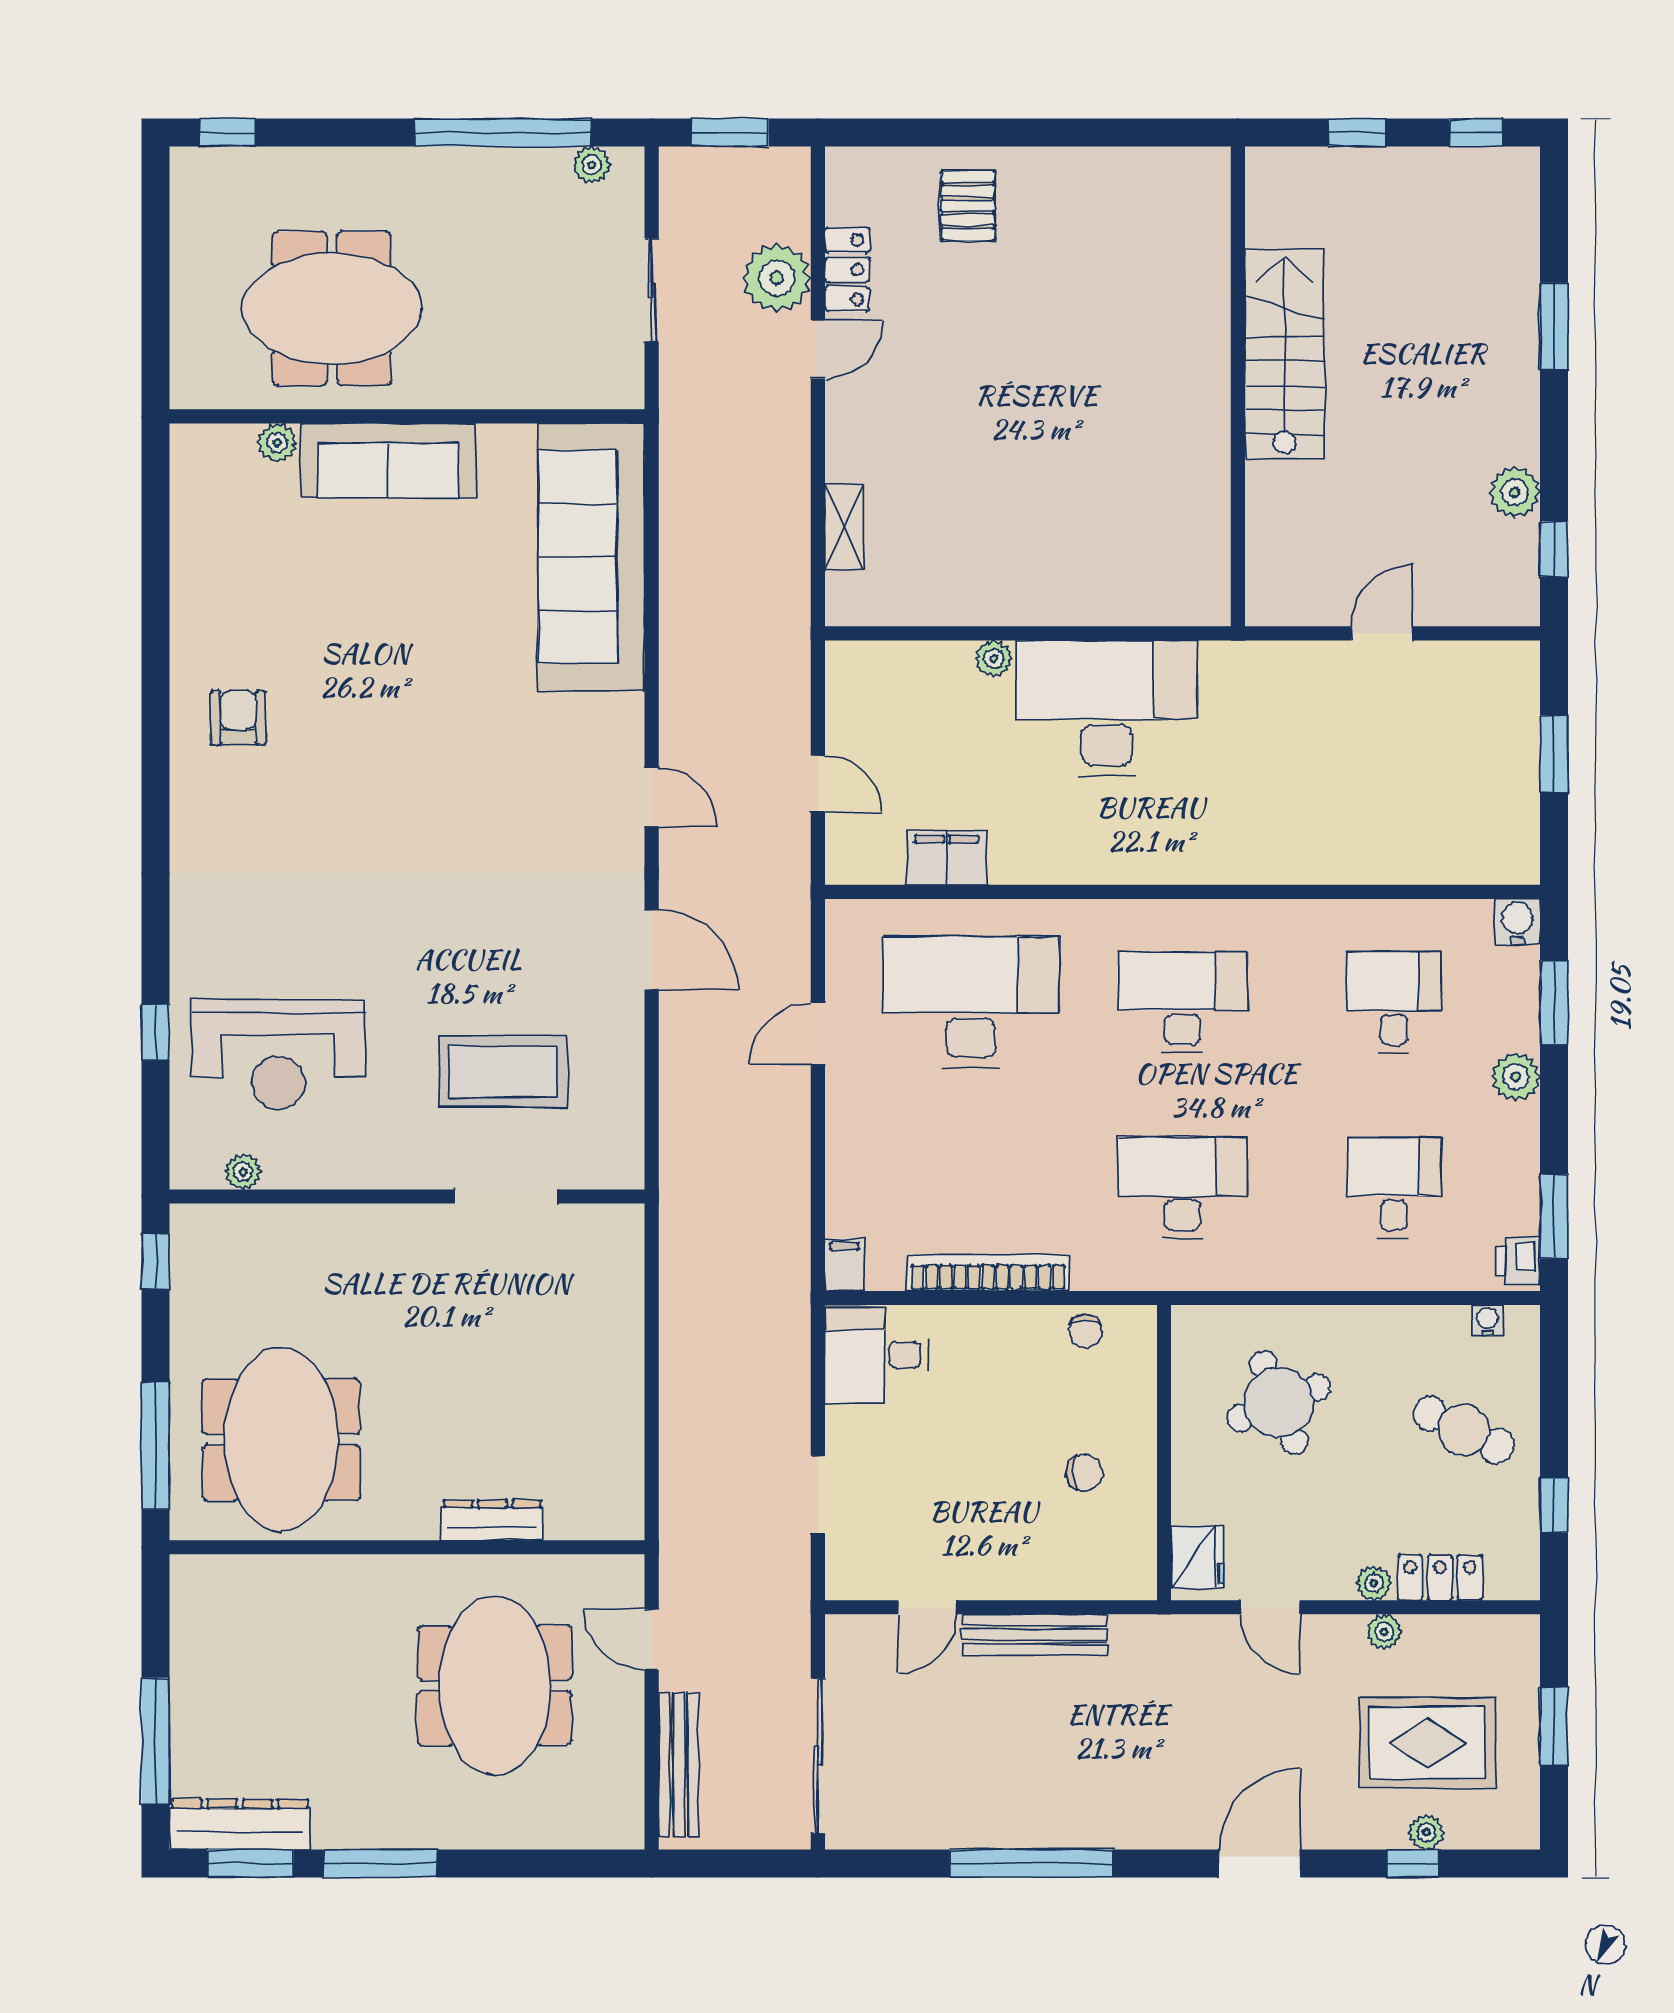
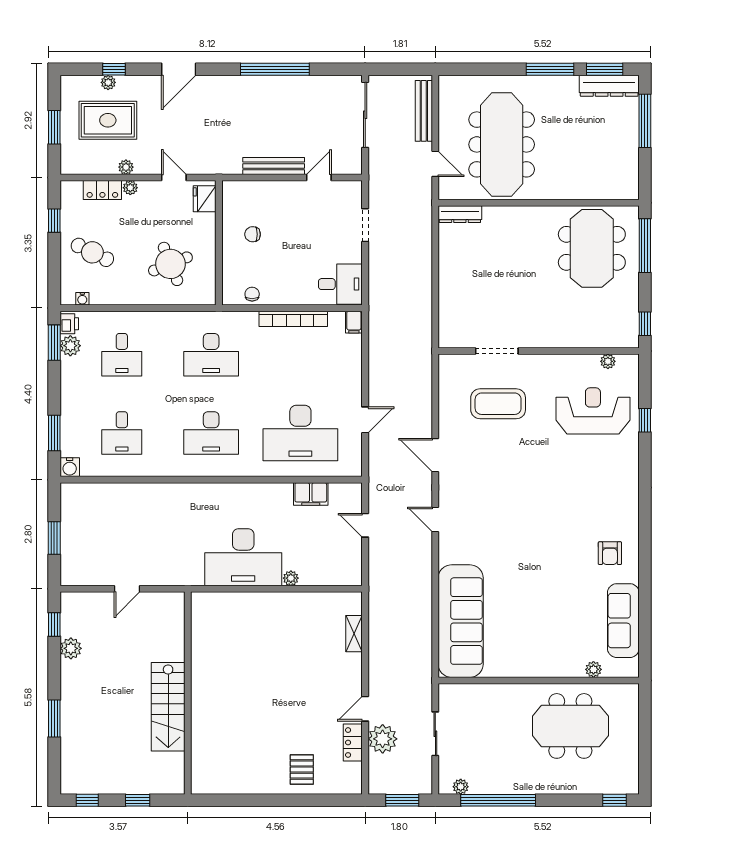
sofa: (388, 461) -> (623, 621), moved, turned -90
plant: (1516, 1077) -> (70, 346), moved
dresser: (492, 1520) -> (460, 214), moved
meeting table: (495, 1685) -> (502, 144), width x1.36

